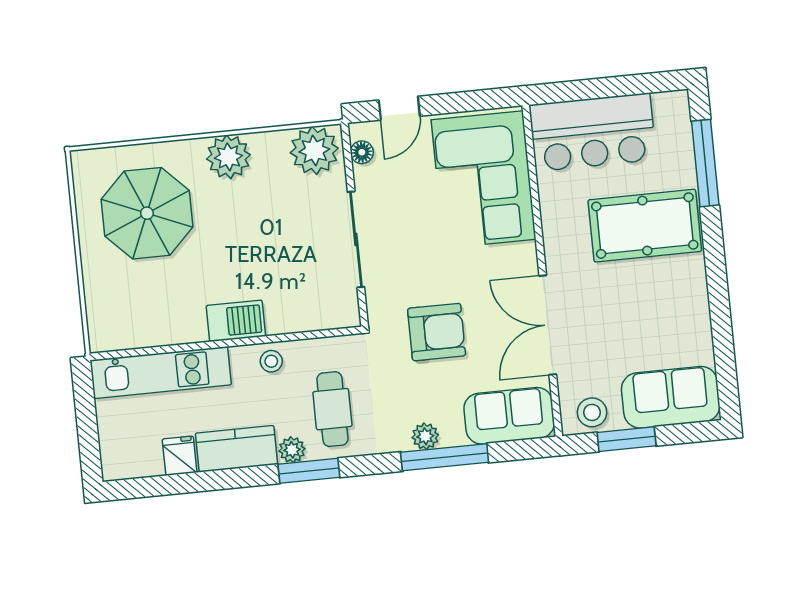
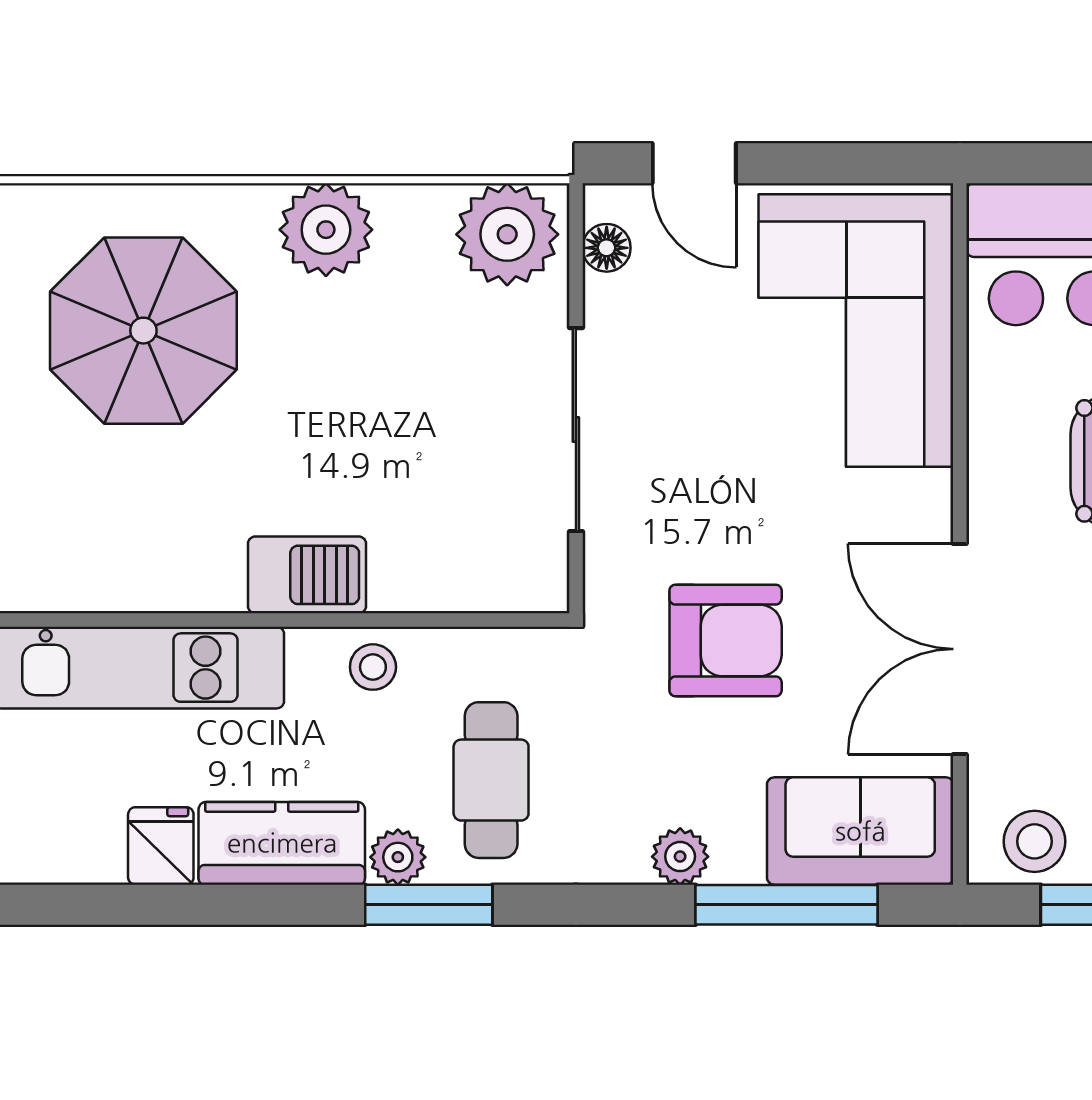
door: (399, 108) -> (694, 163), hinge flipped
window: (445, 457) -> (787, 905), moved

